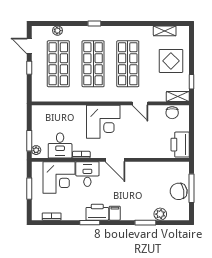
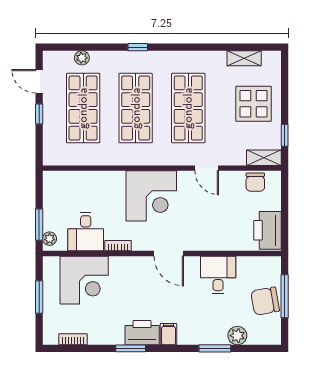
desk: (87, 174) -> (218, 275), moved

